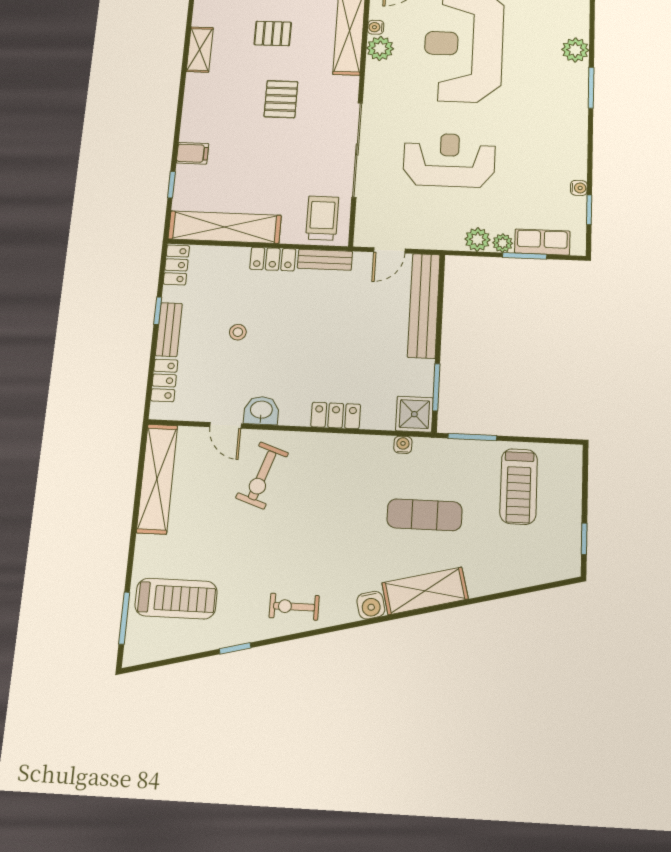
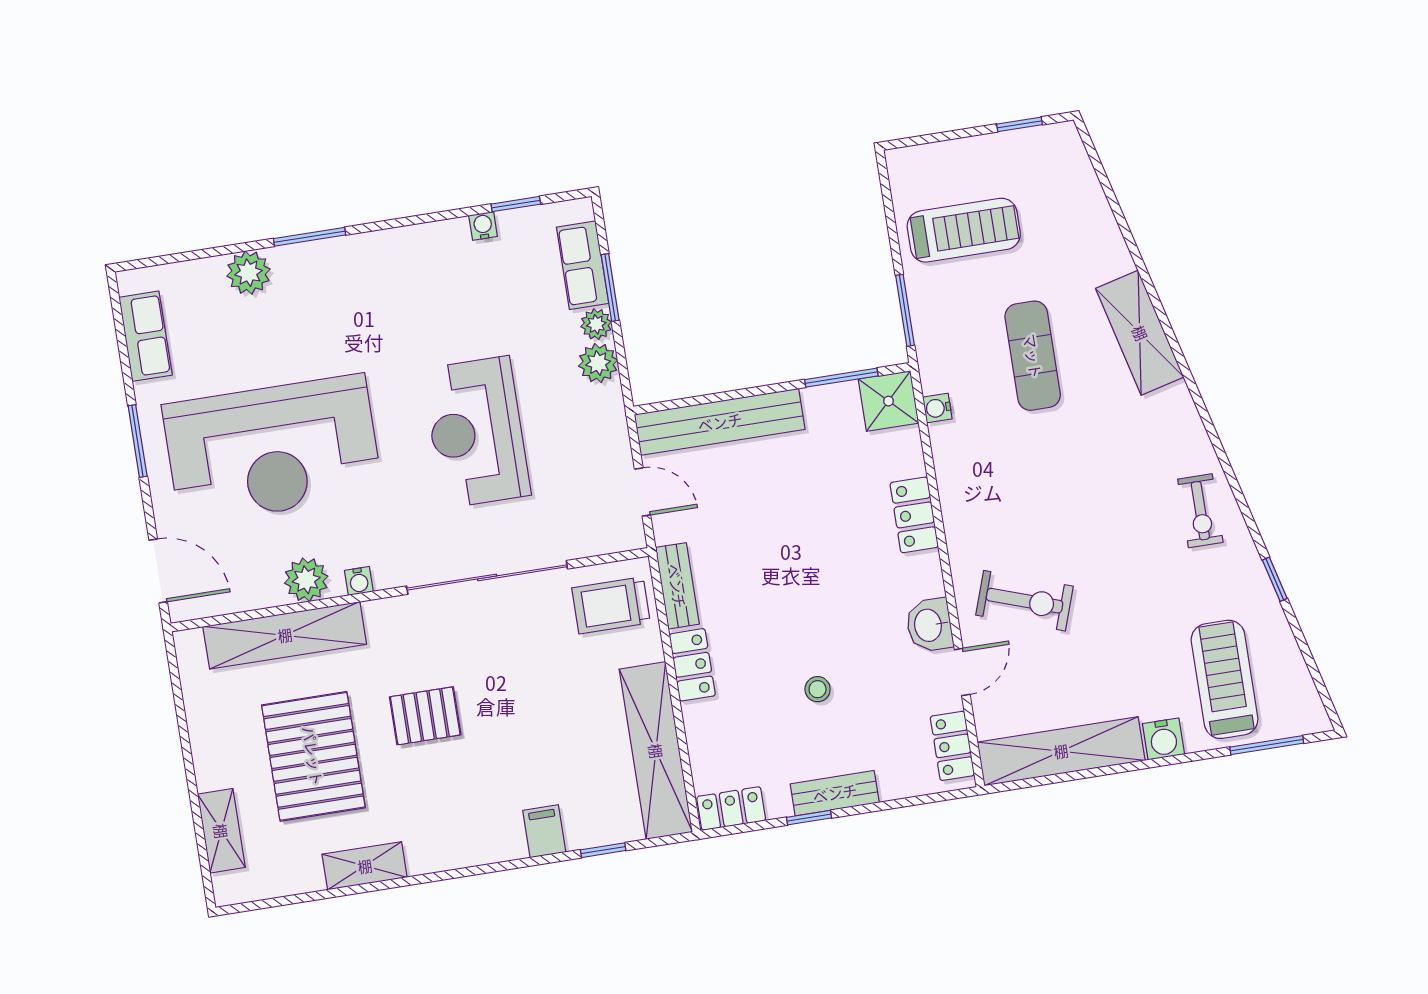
water cooler: (376, 27) -> (359, 581), moved
pallet: (273, 33) -> (313, 756), width x2.05, depth x2.00
locker: (164, 380) -> (952, 746), moved, turned -90
water cooler: (371, 605) -> (1163, 739), moved, turned 104

